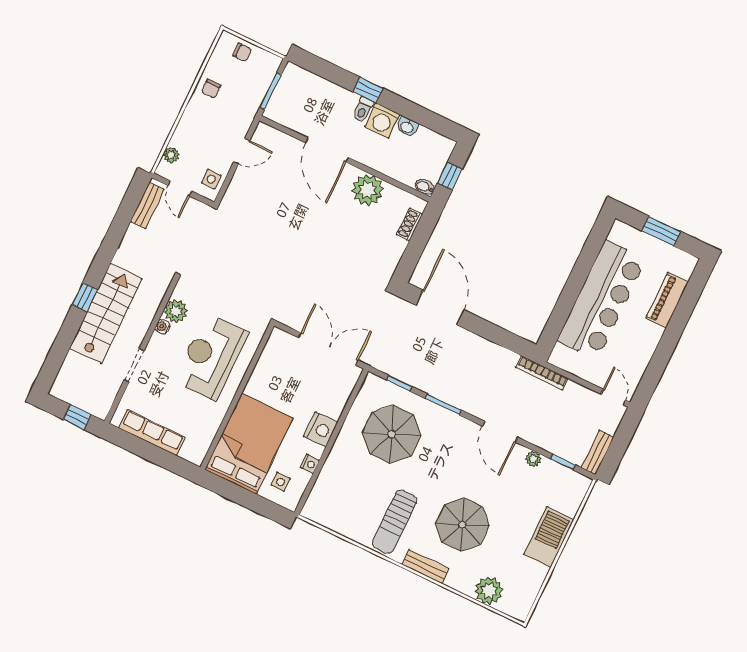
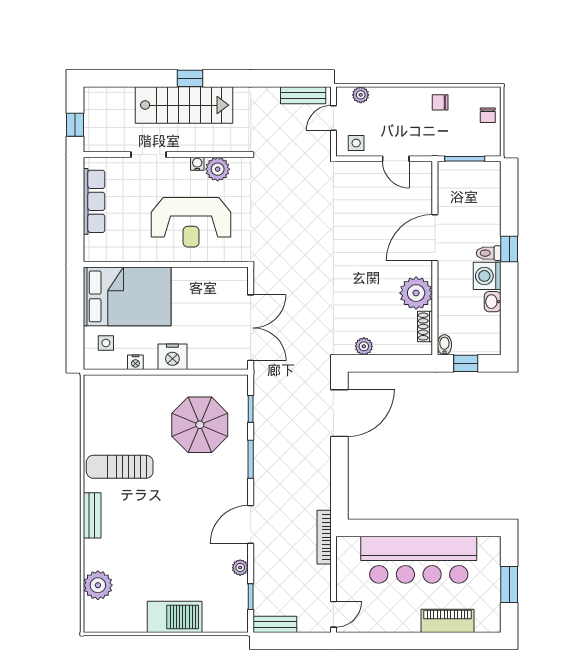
shoe rack: (410, 224) -> (425, 327), moved, turned -90
plant: (392, 258) -> (364, 346), added
reception desk: (211, 357) -> (191, 222), turned 180
parasol: (462, 525) -> (147, 531), removed

